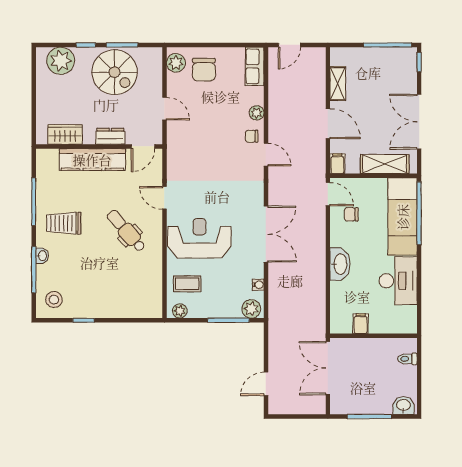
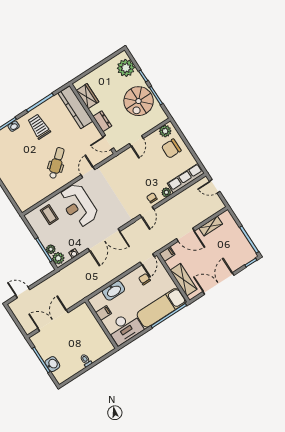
row of seats: (255, 66) -> (186, 178), width x1.48
door: (328, 124) -> (185, 235), hinge flipped
kitchen counter: (92, 160) -> (75, 107), moved
reception desk: (199, 238) -> (78, 205), turned 180
plant: (180, 311) -> (51, 249), moved
filing cabinet: (361, 324) -> (103, 313), moved
wall: (373, 336) -> (101, 324), moved
washbasin: (403, 406) -> (52, 364), moved

